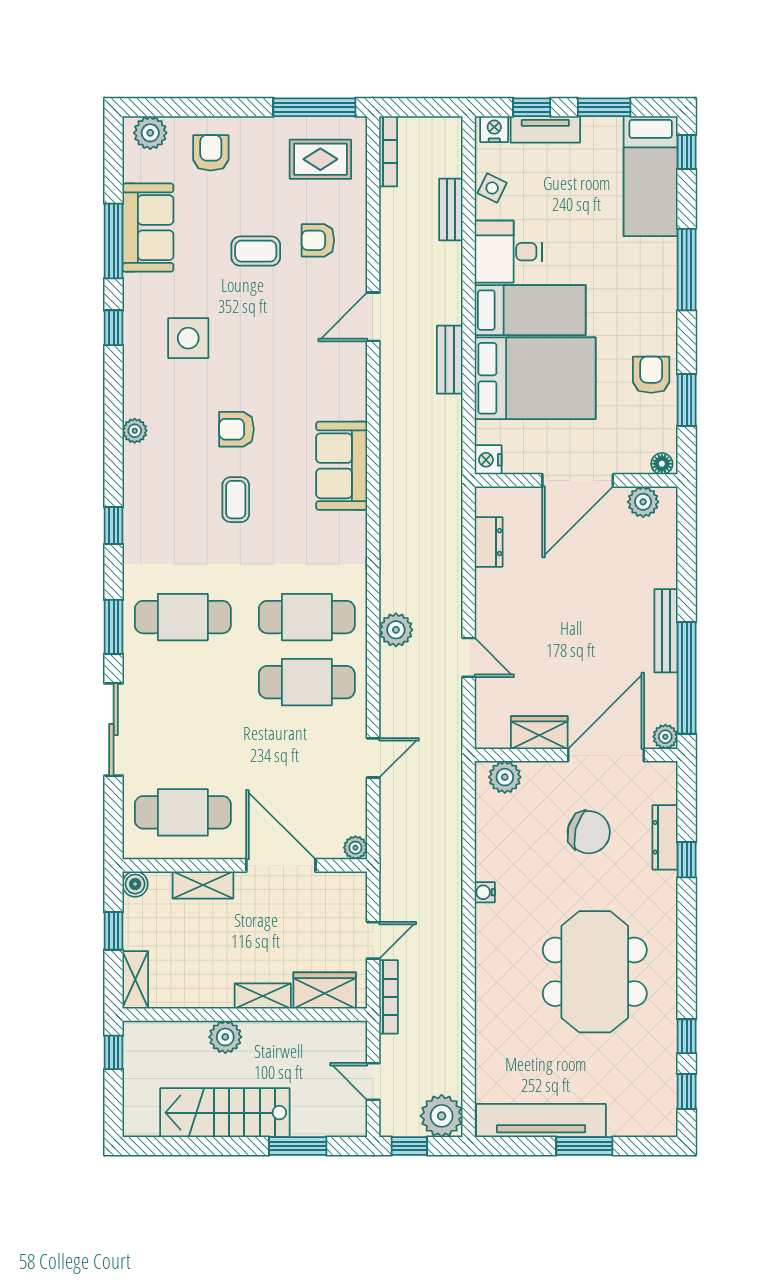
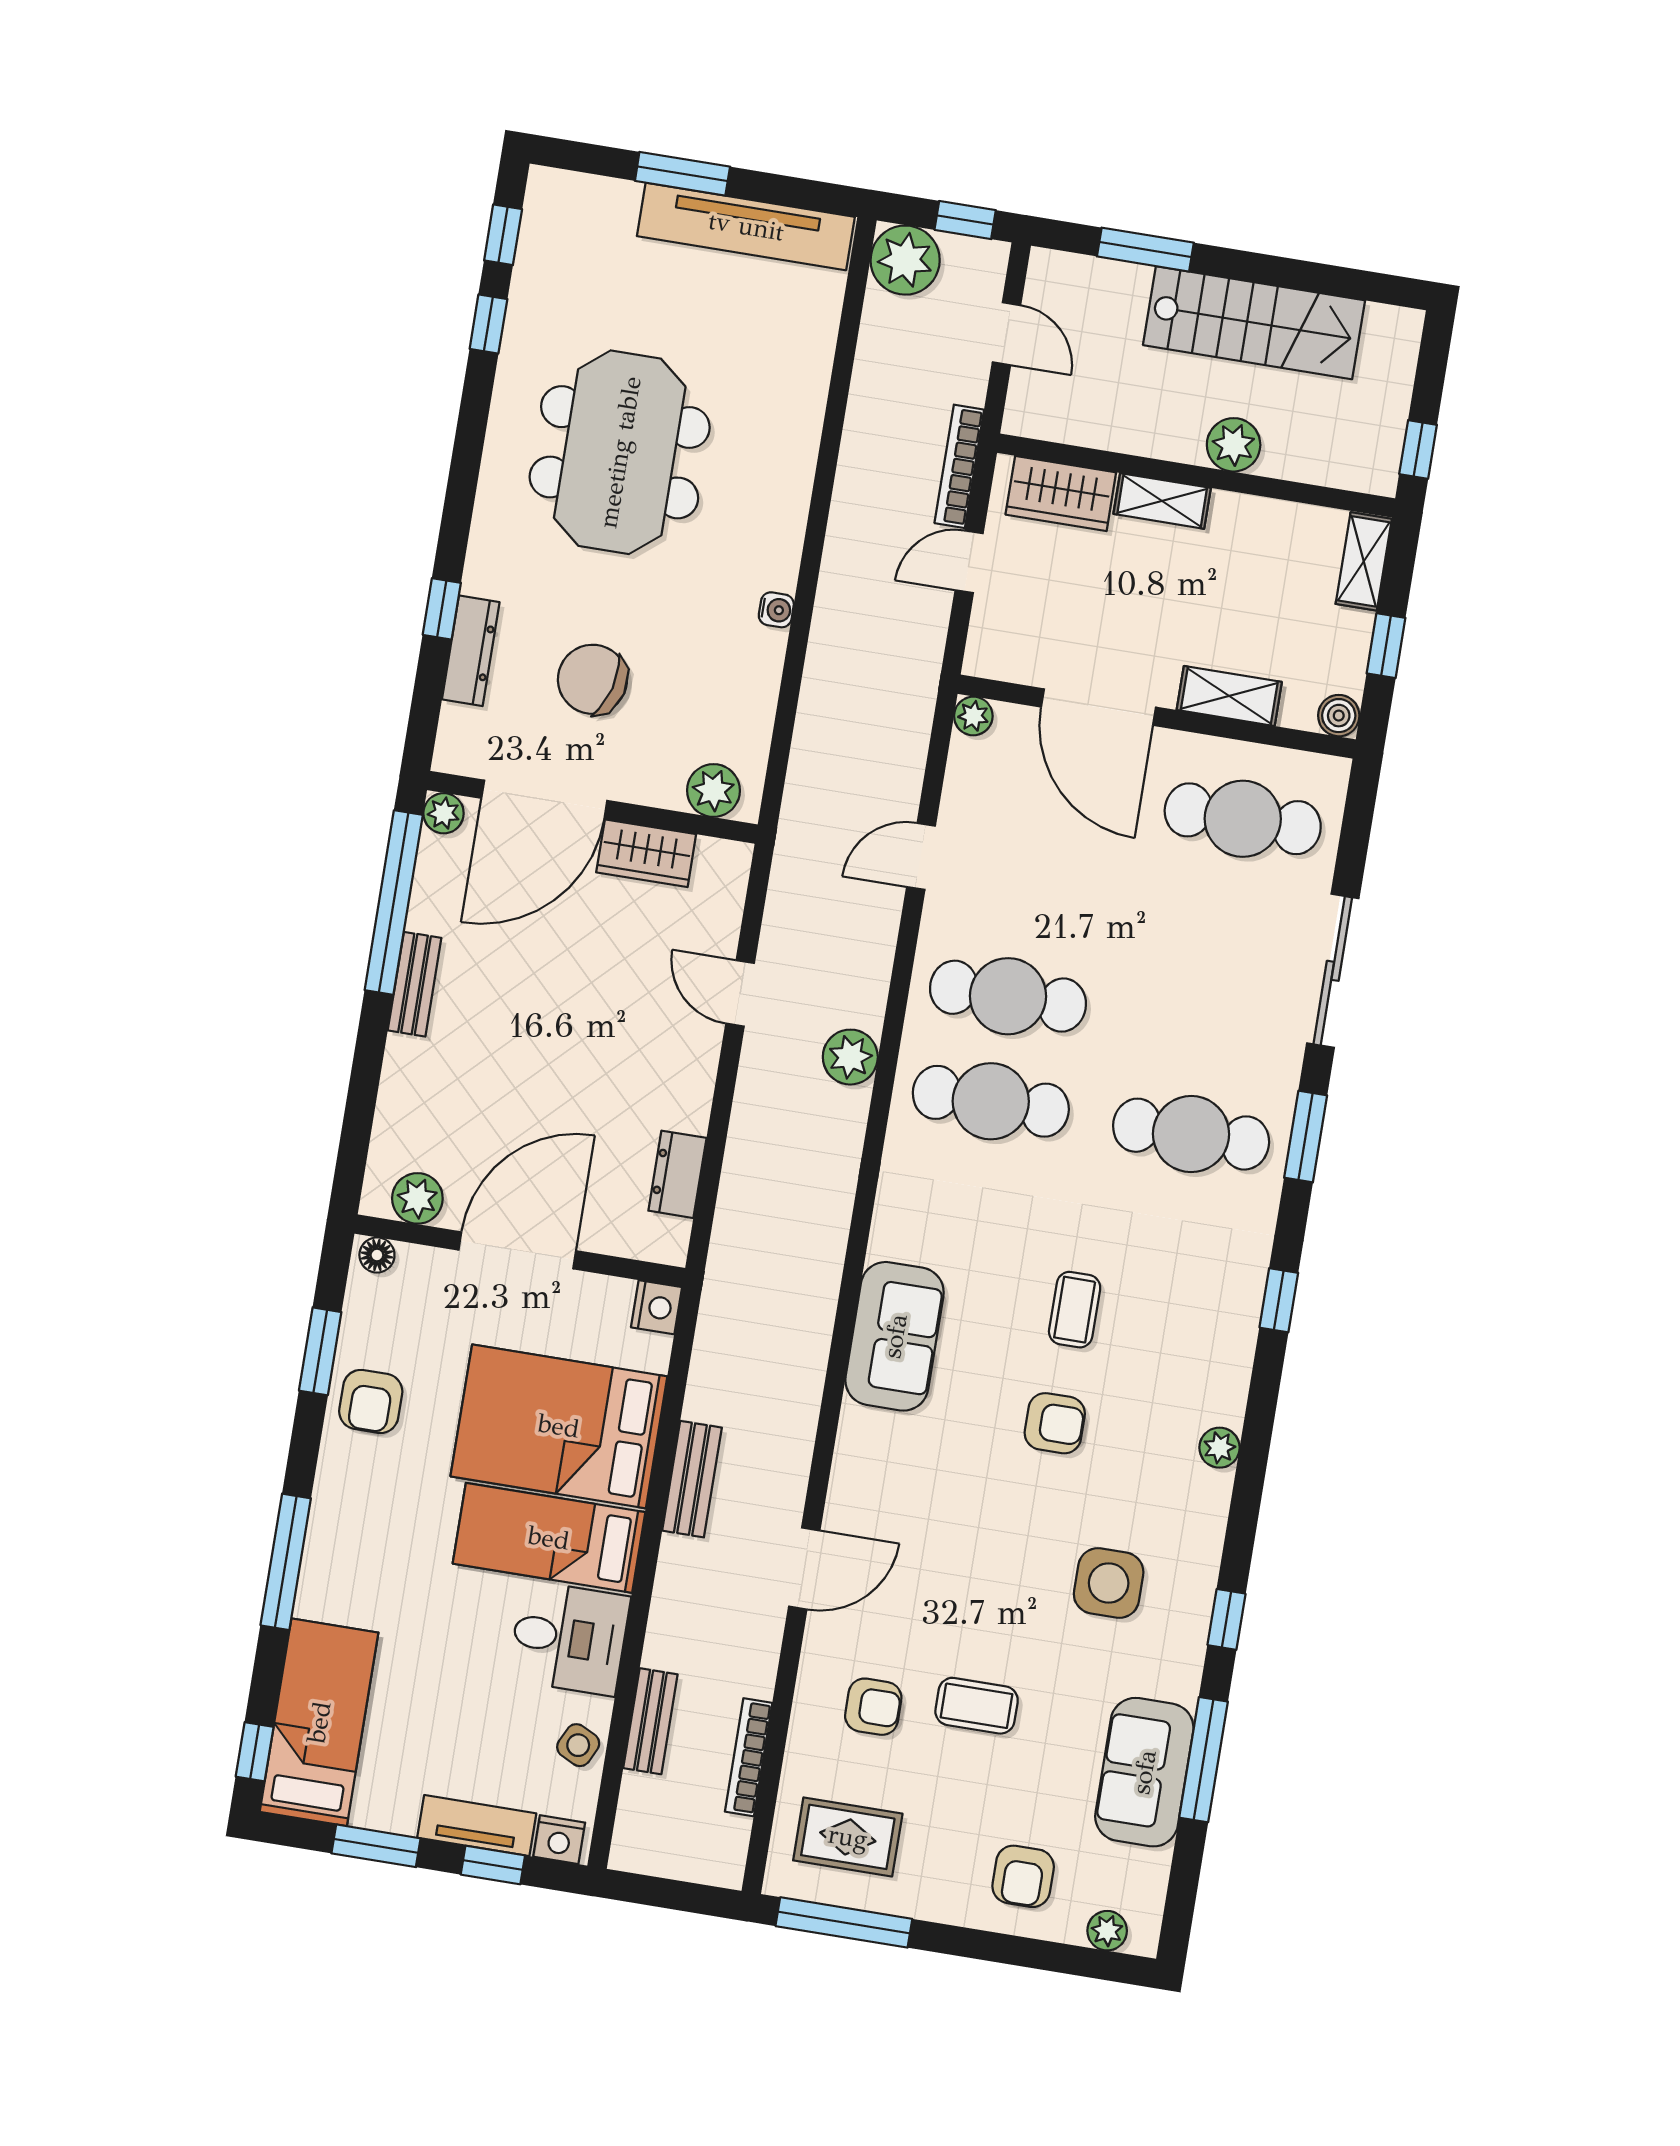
plant: (150, 133) -> (1107, 1931), width x0.73, depth x0.73
bookcase: (388, 151) -> (749, 1757), moved
bench: (666, 631) -> (415, 984), width x0.73

